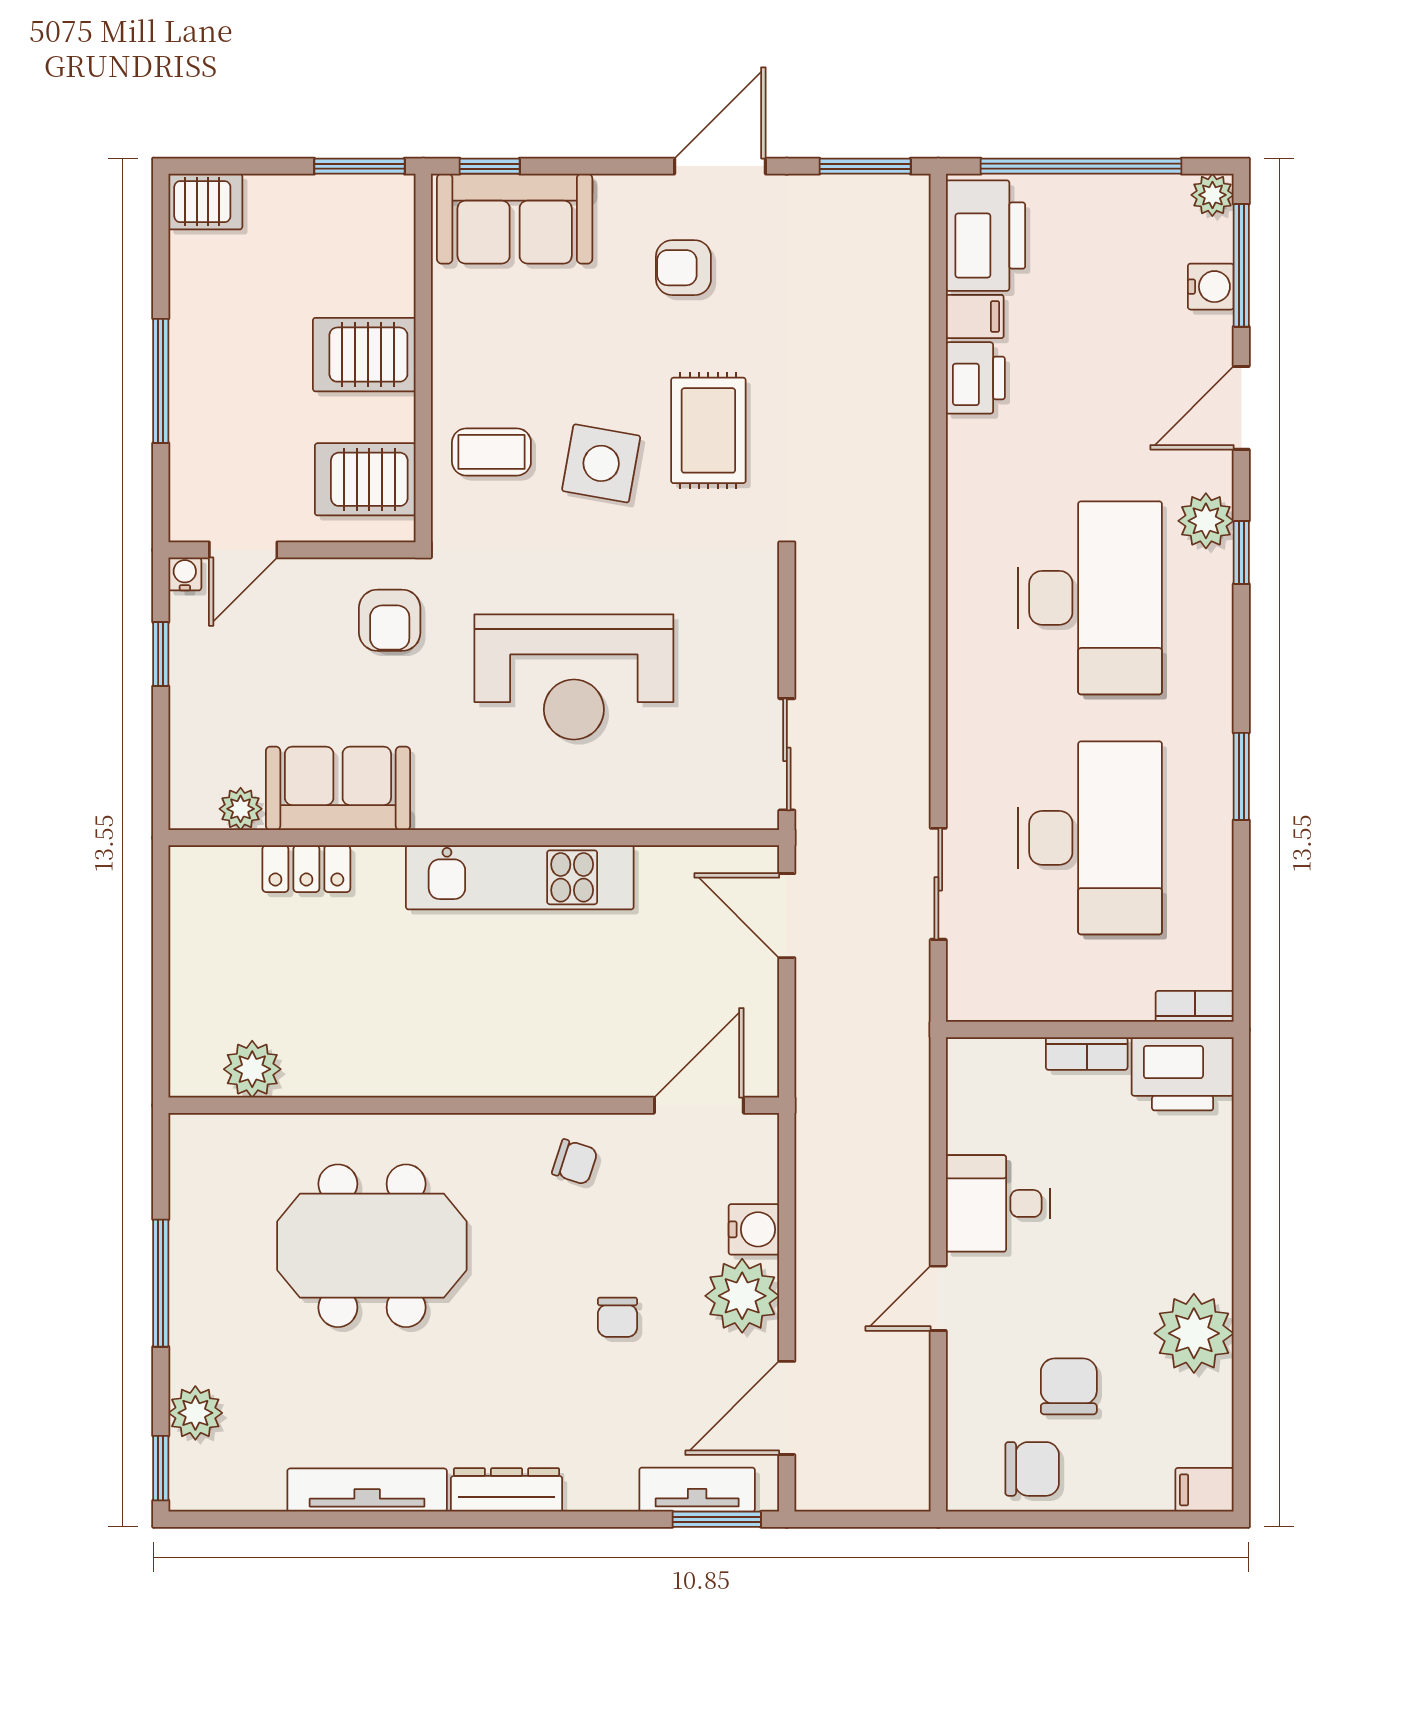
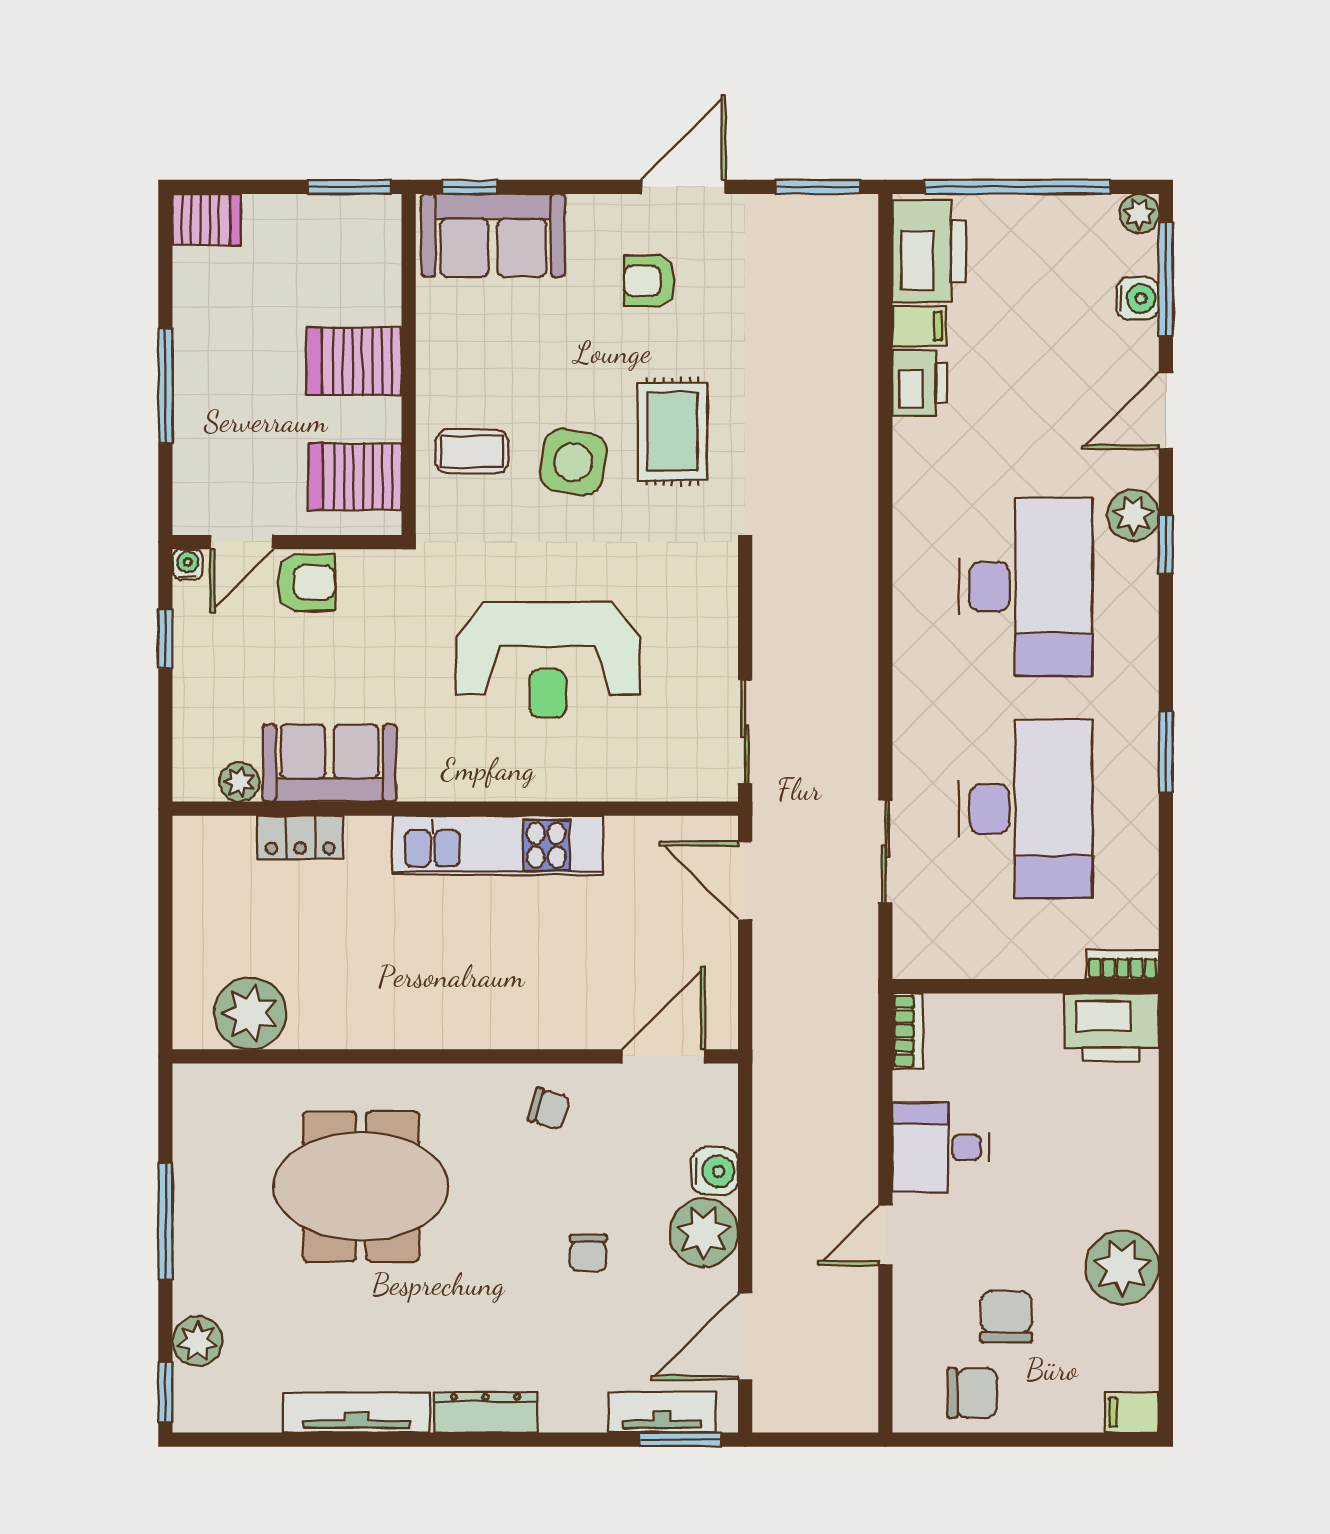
armchair: (390, 620) -> (306, 582), moved, turned -90
bookcase: (1087, 1053) -> (907, 1031), moved, turned -90
plant: (252, 1069) -> (250, 1013), width x1.36, depth x1.36

